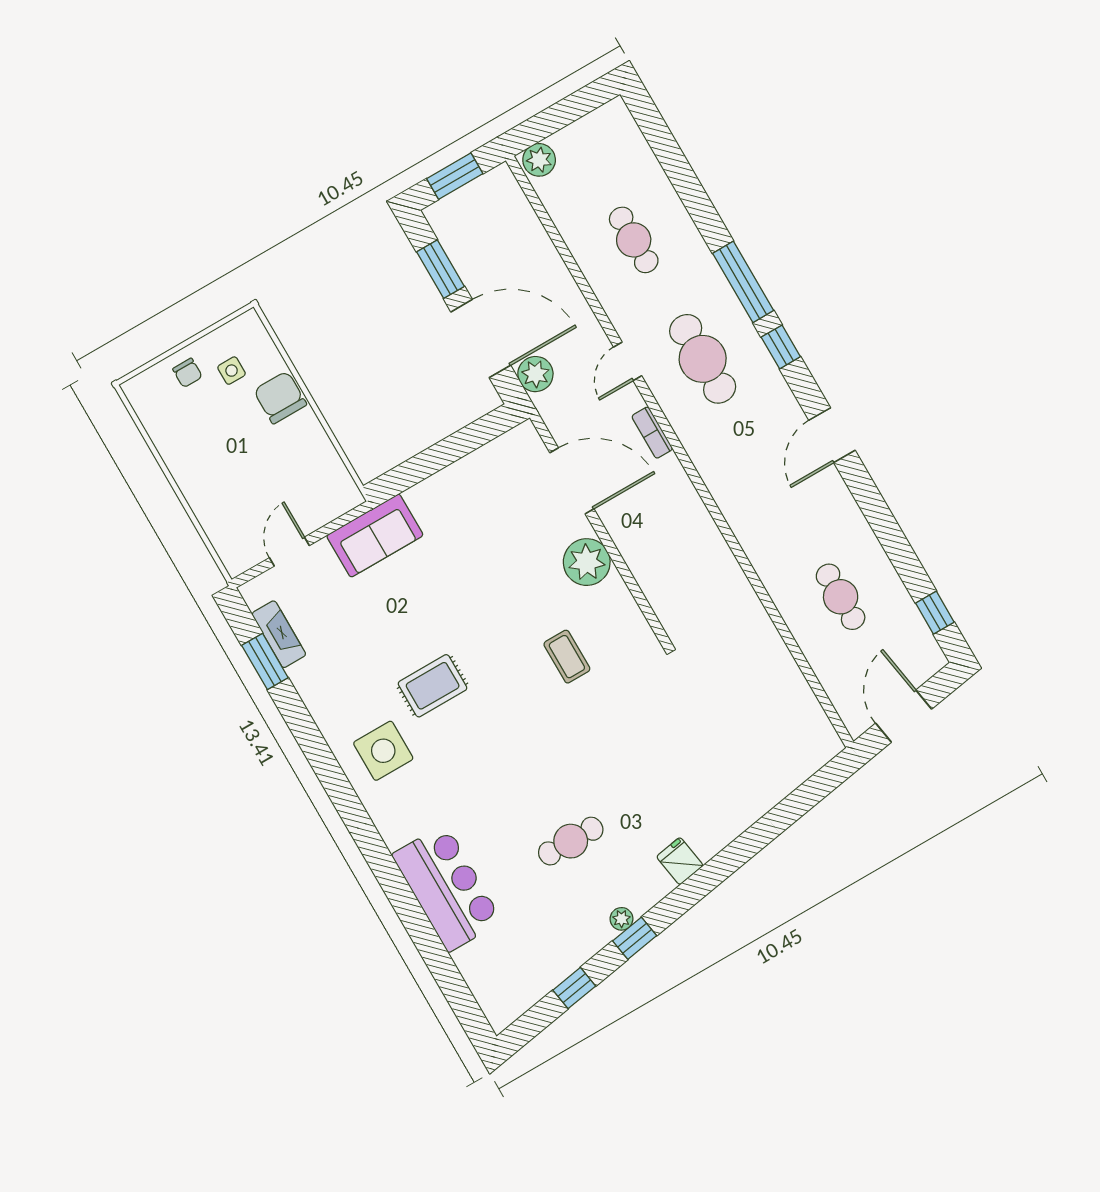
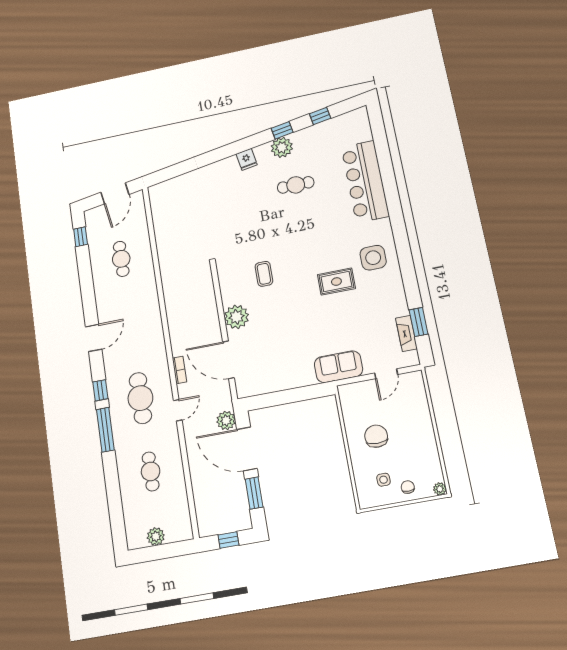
plant: (539, 160) -> (156, 536), moved
window: (455, 176) -> (228, 540), width x0.67
plant: (134, 389) -> (440, 489), added
chair: (280, 397) -> (376, 436), moved, turned 180
bar counter: (447, 888) -> (365, 181), width x1.36
plant: (621, 919) -> (282, 147), width x1.88, depth x1.88

